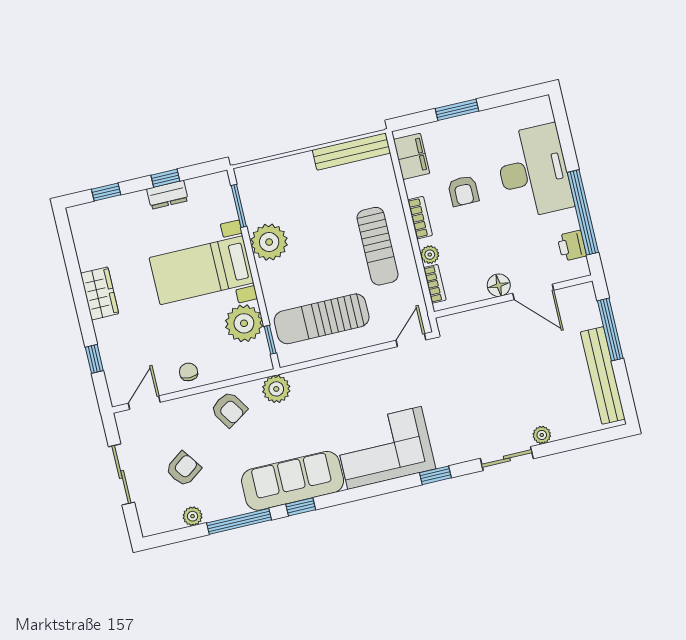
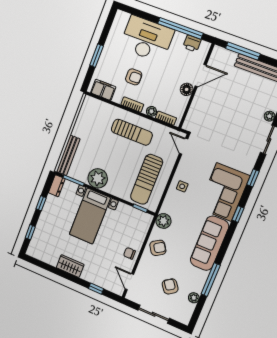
bench: (351, 151) -> (68, 155), moved
dresser: (167, 195) -> (57, 186), moved
plant: (244, 323) -> (125, 214), removed
side table: (349, 380) -> (182, 186), added
window: (301, 507) -> (238, 214), moved

